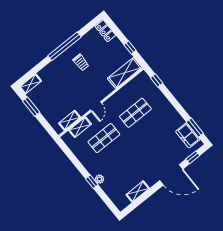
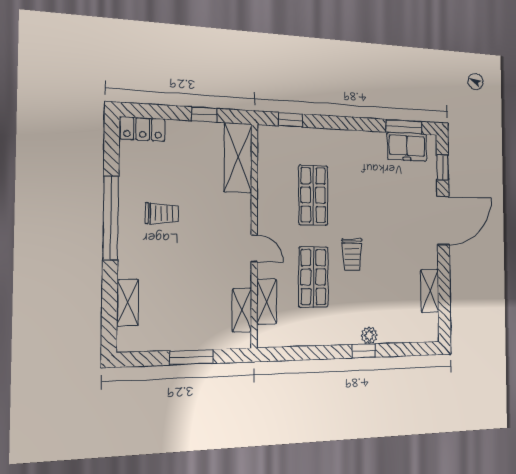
shelving: (30, 84) -> (128, 303), moved
window: (31, 107) -> (191, 357), moved
trolley: (125, 147) -> (352, 255), added

